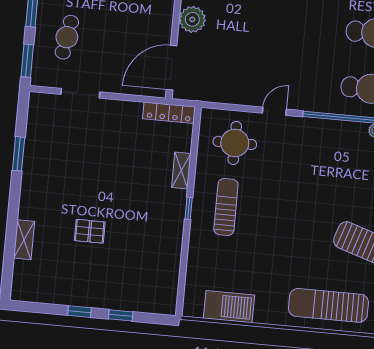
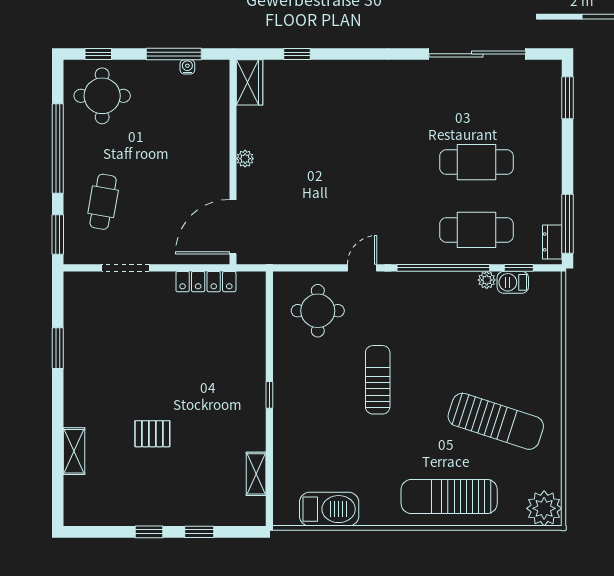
plant: (192, 19) -> (245, 159), width x0.53, depth x0.53
locker: (169, 113) -> (206, 282), moved
shelving: (181, 171) -> (256, 474), moved
sun lounger: (226, 207) -> (378, 380), moved

